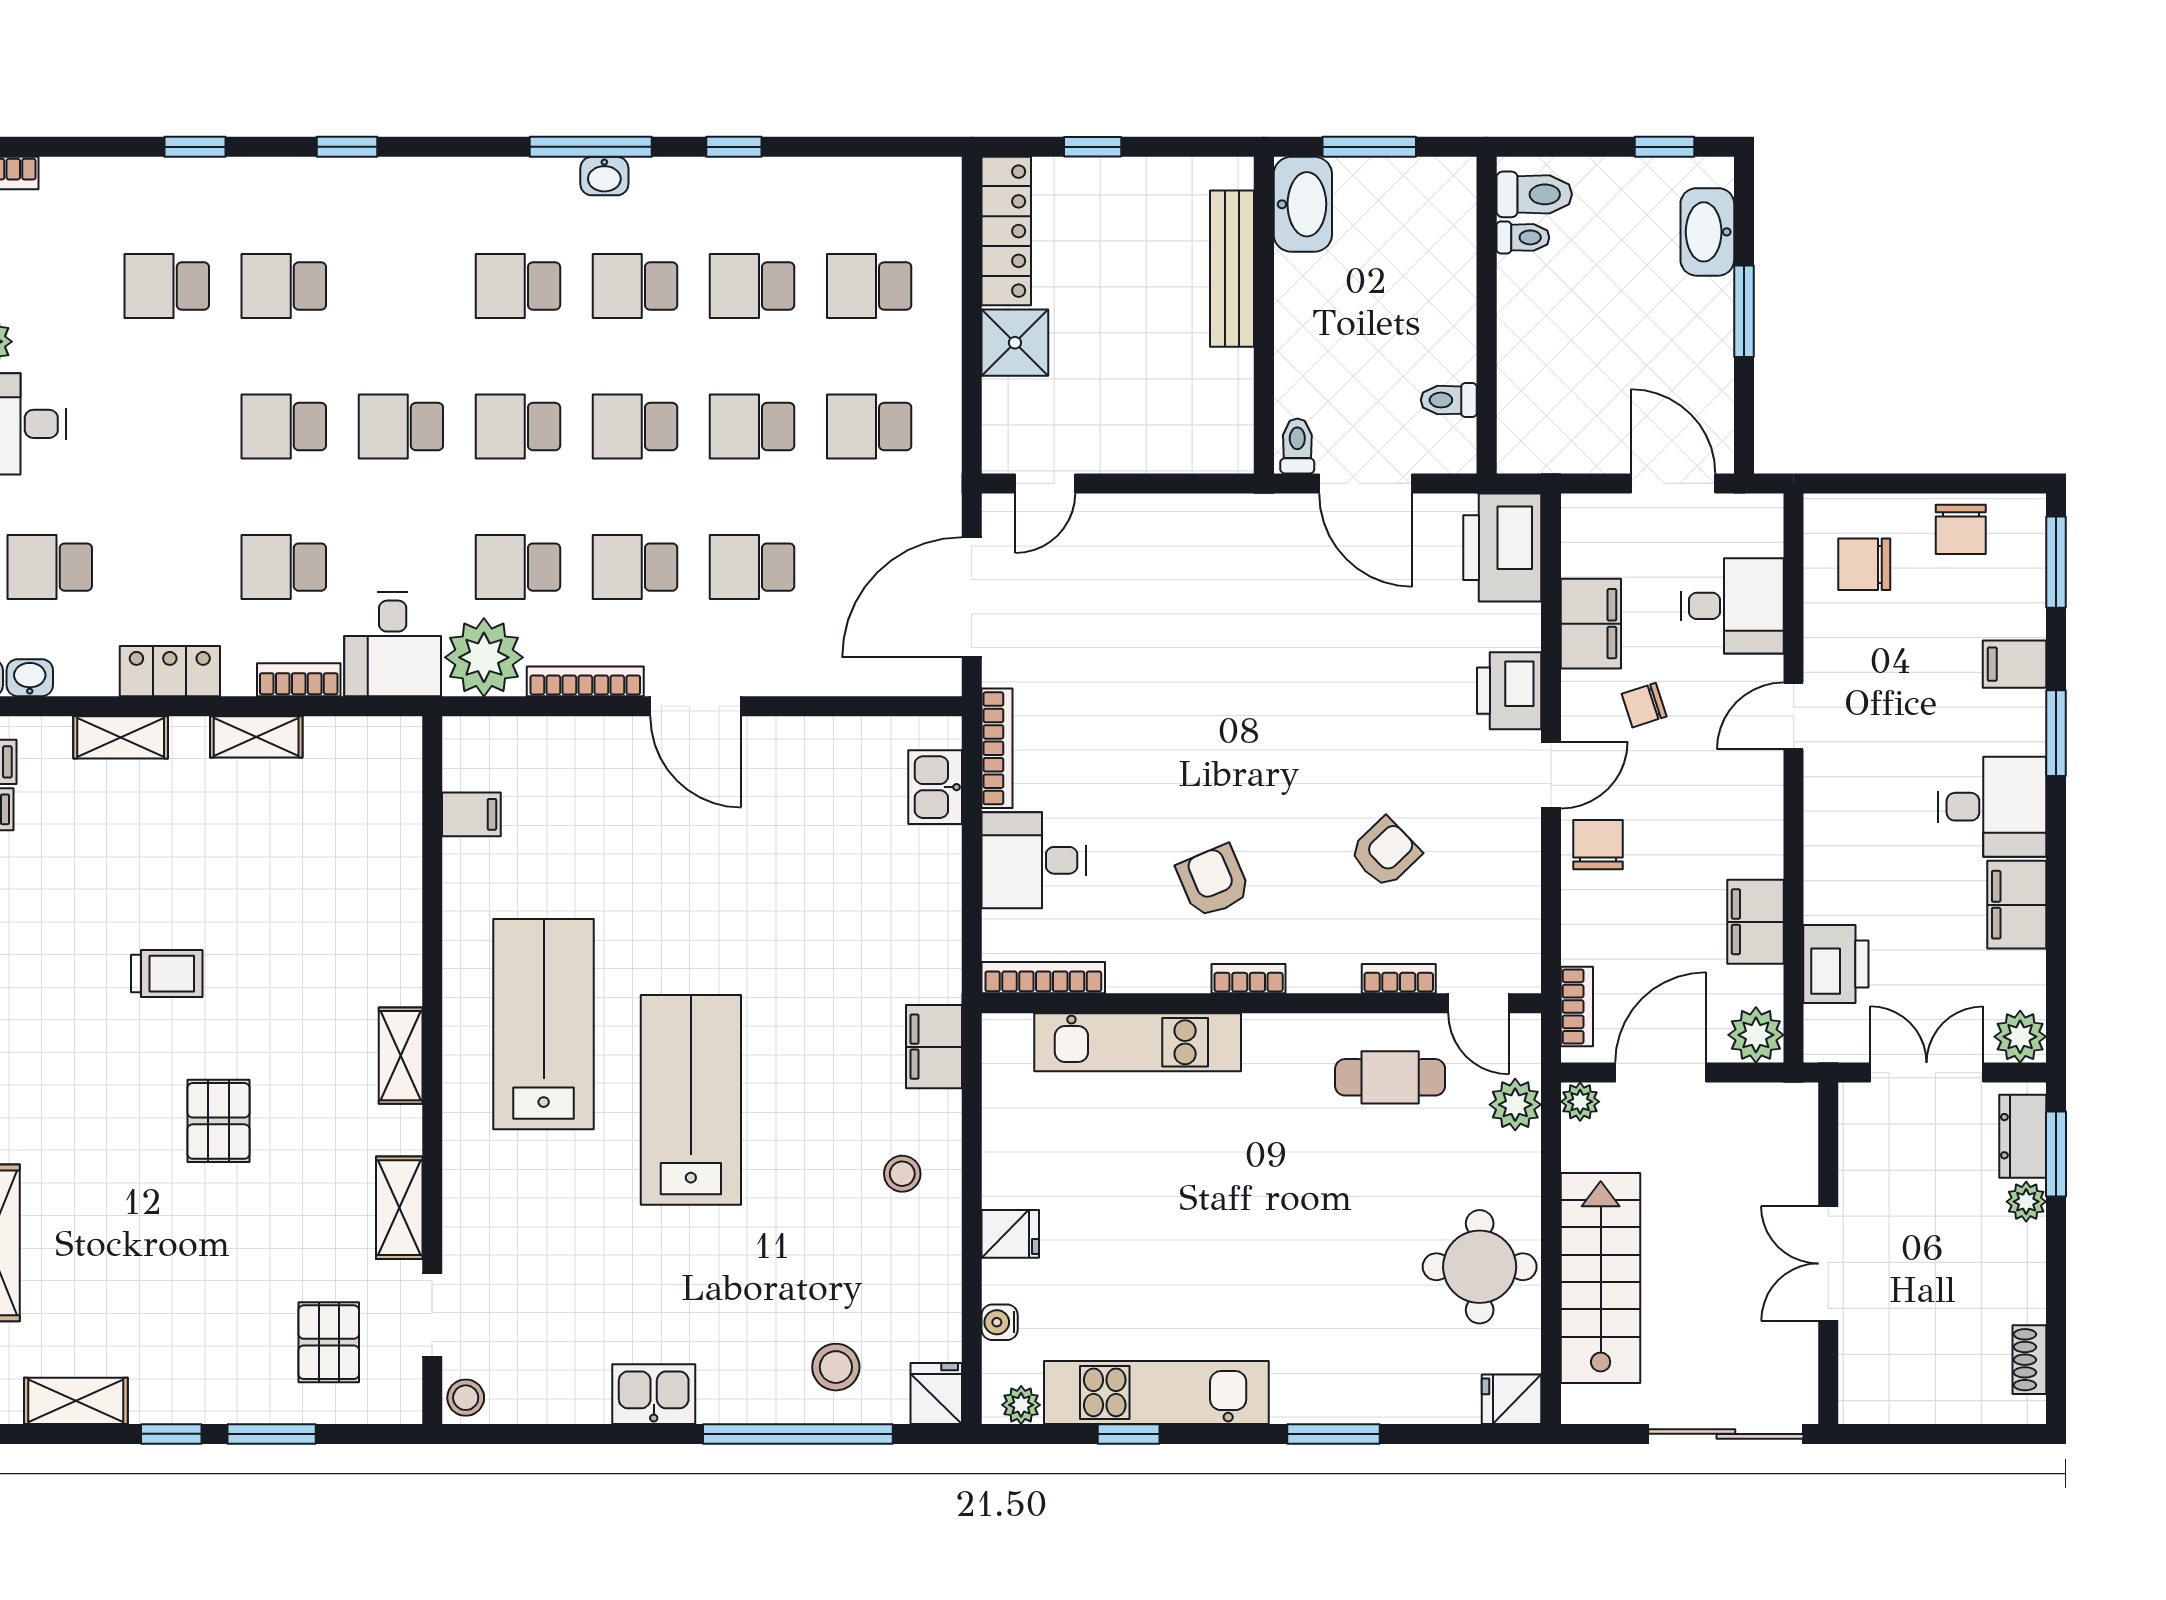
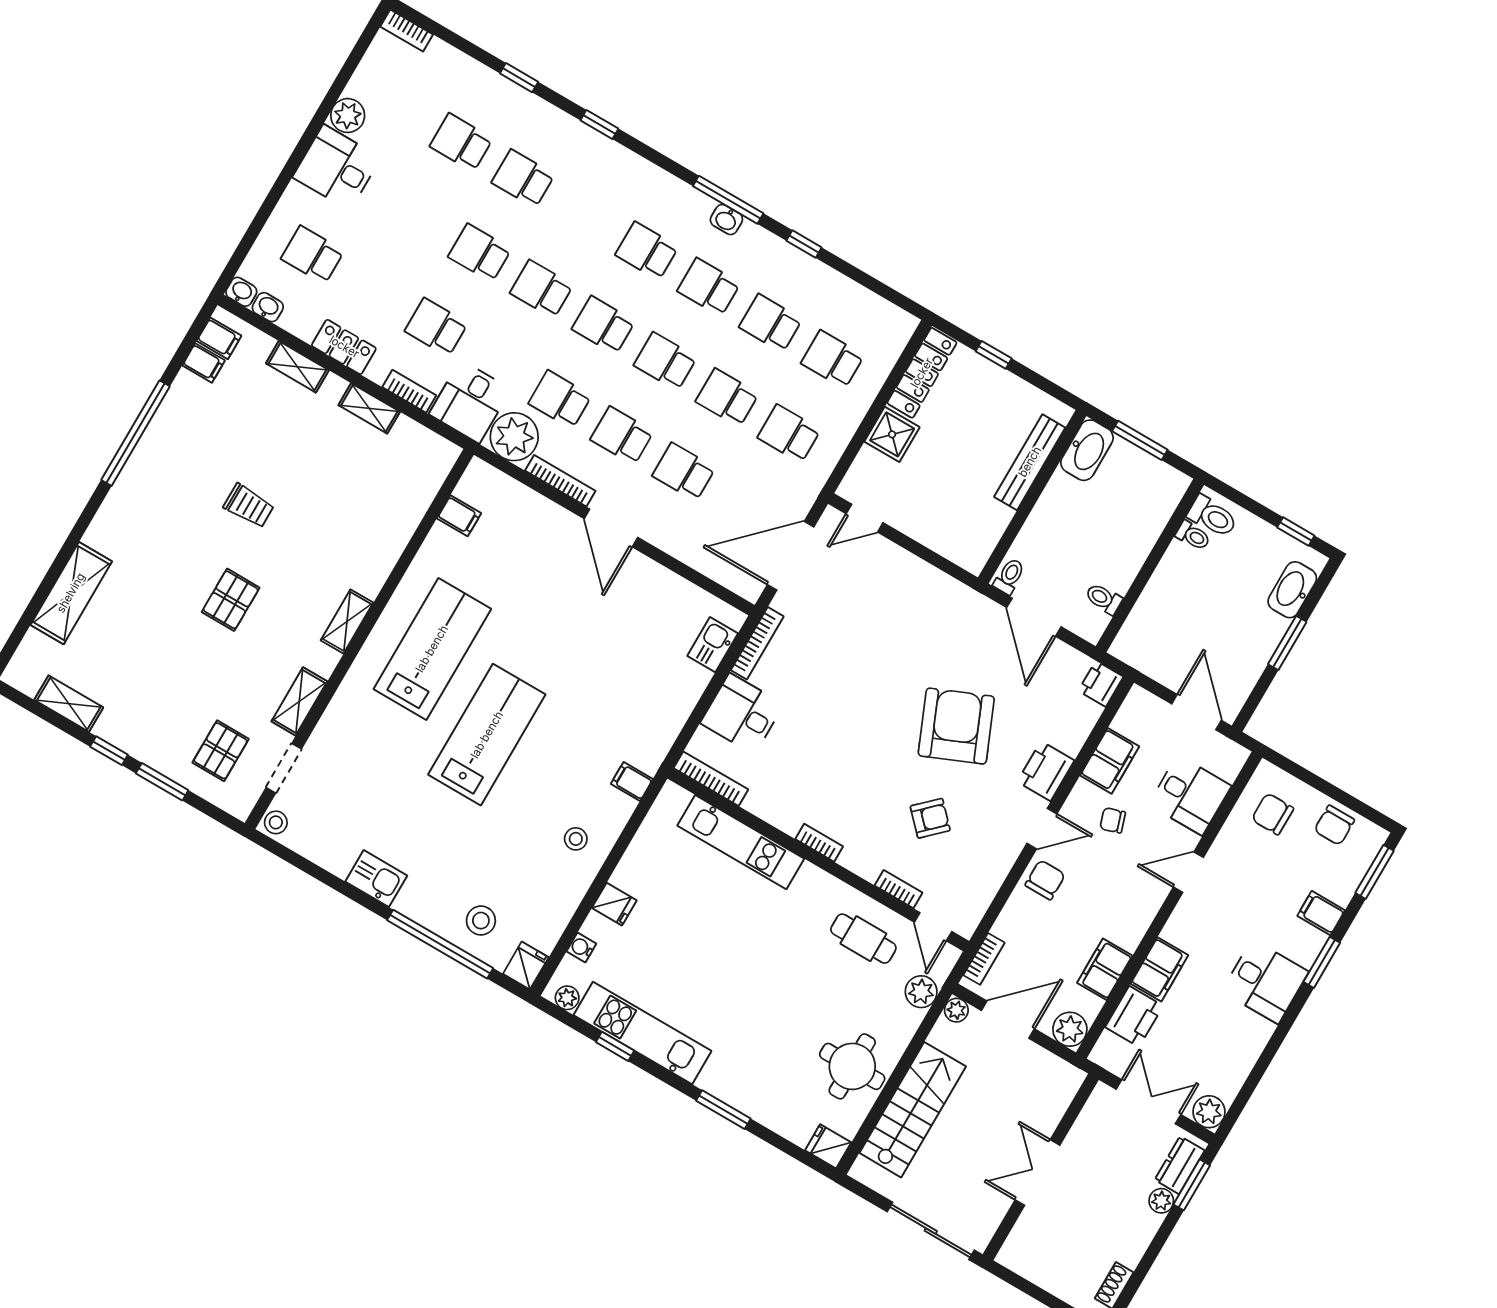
printer: (1502, 548) -> (1101, 684), width x0.53, depth x0.68
armchair: (1213, 881) -> (956, 726), moved, width x1.88, depth x1.88
filing cabinet: (2017, 905) -> (1159, 969), moved, turned 180
filing cabinet: (934, 1047) -> (632, 782), width x0.50

